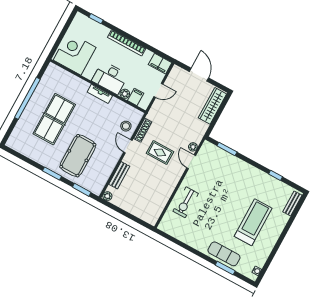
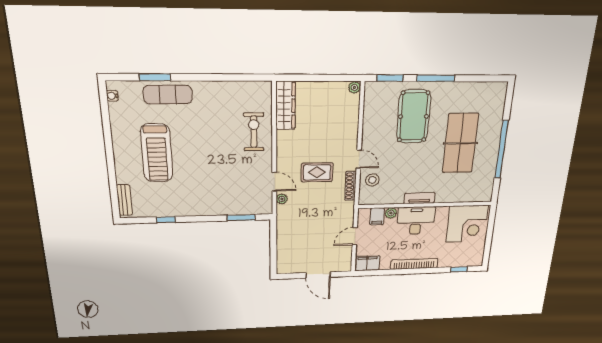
wardrobe: (212, 106) -> (285, 106), moved
window: (52, 174) -> (436, 78), width x1.44
bench: (119, 175) -> (352, 120), removed

